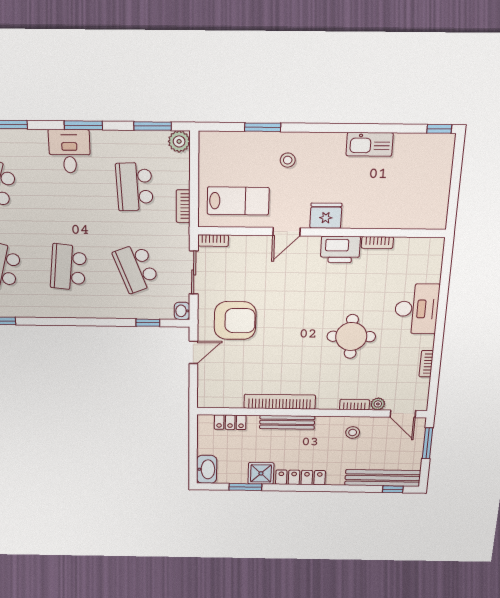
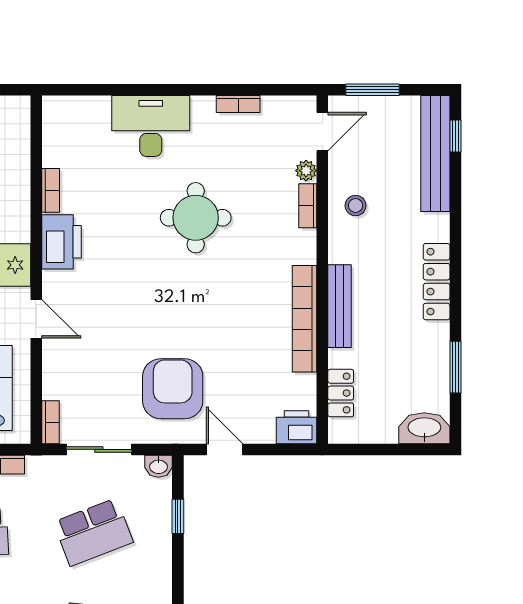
printer: (208, 396) -> (297, 427), added
shower: (261, 473) -> (430, 343), removed

